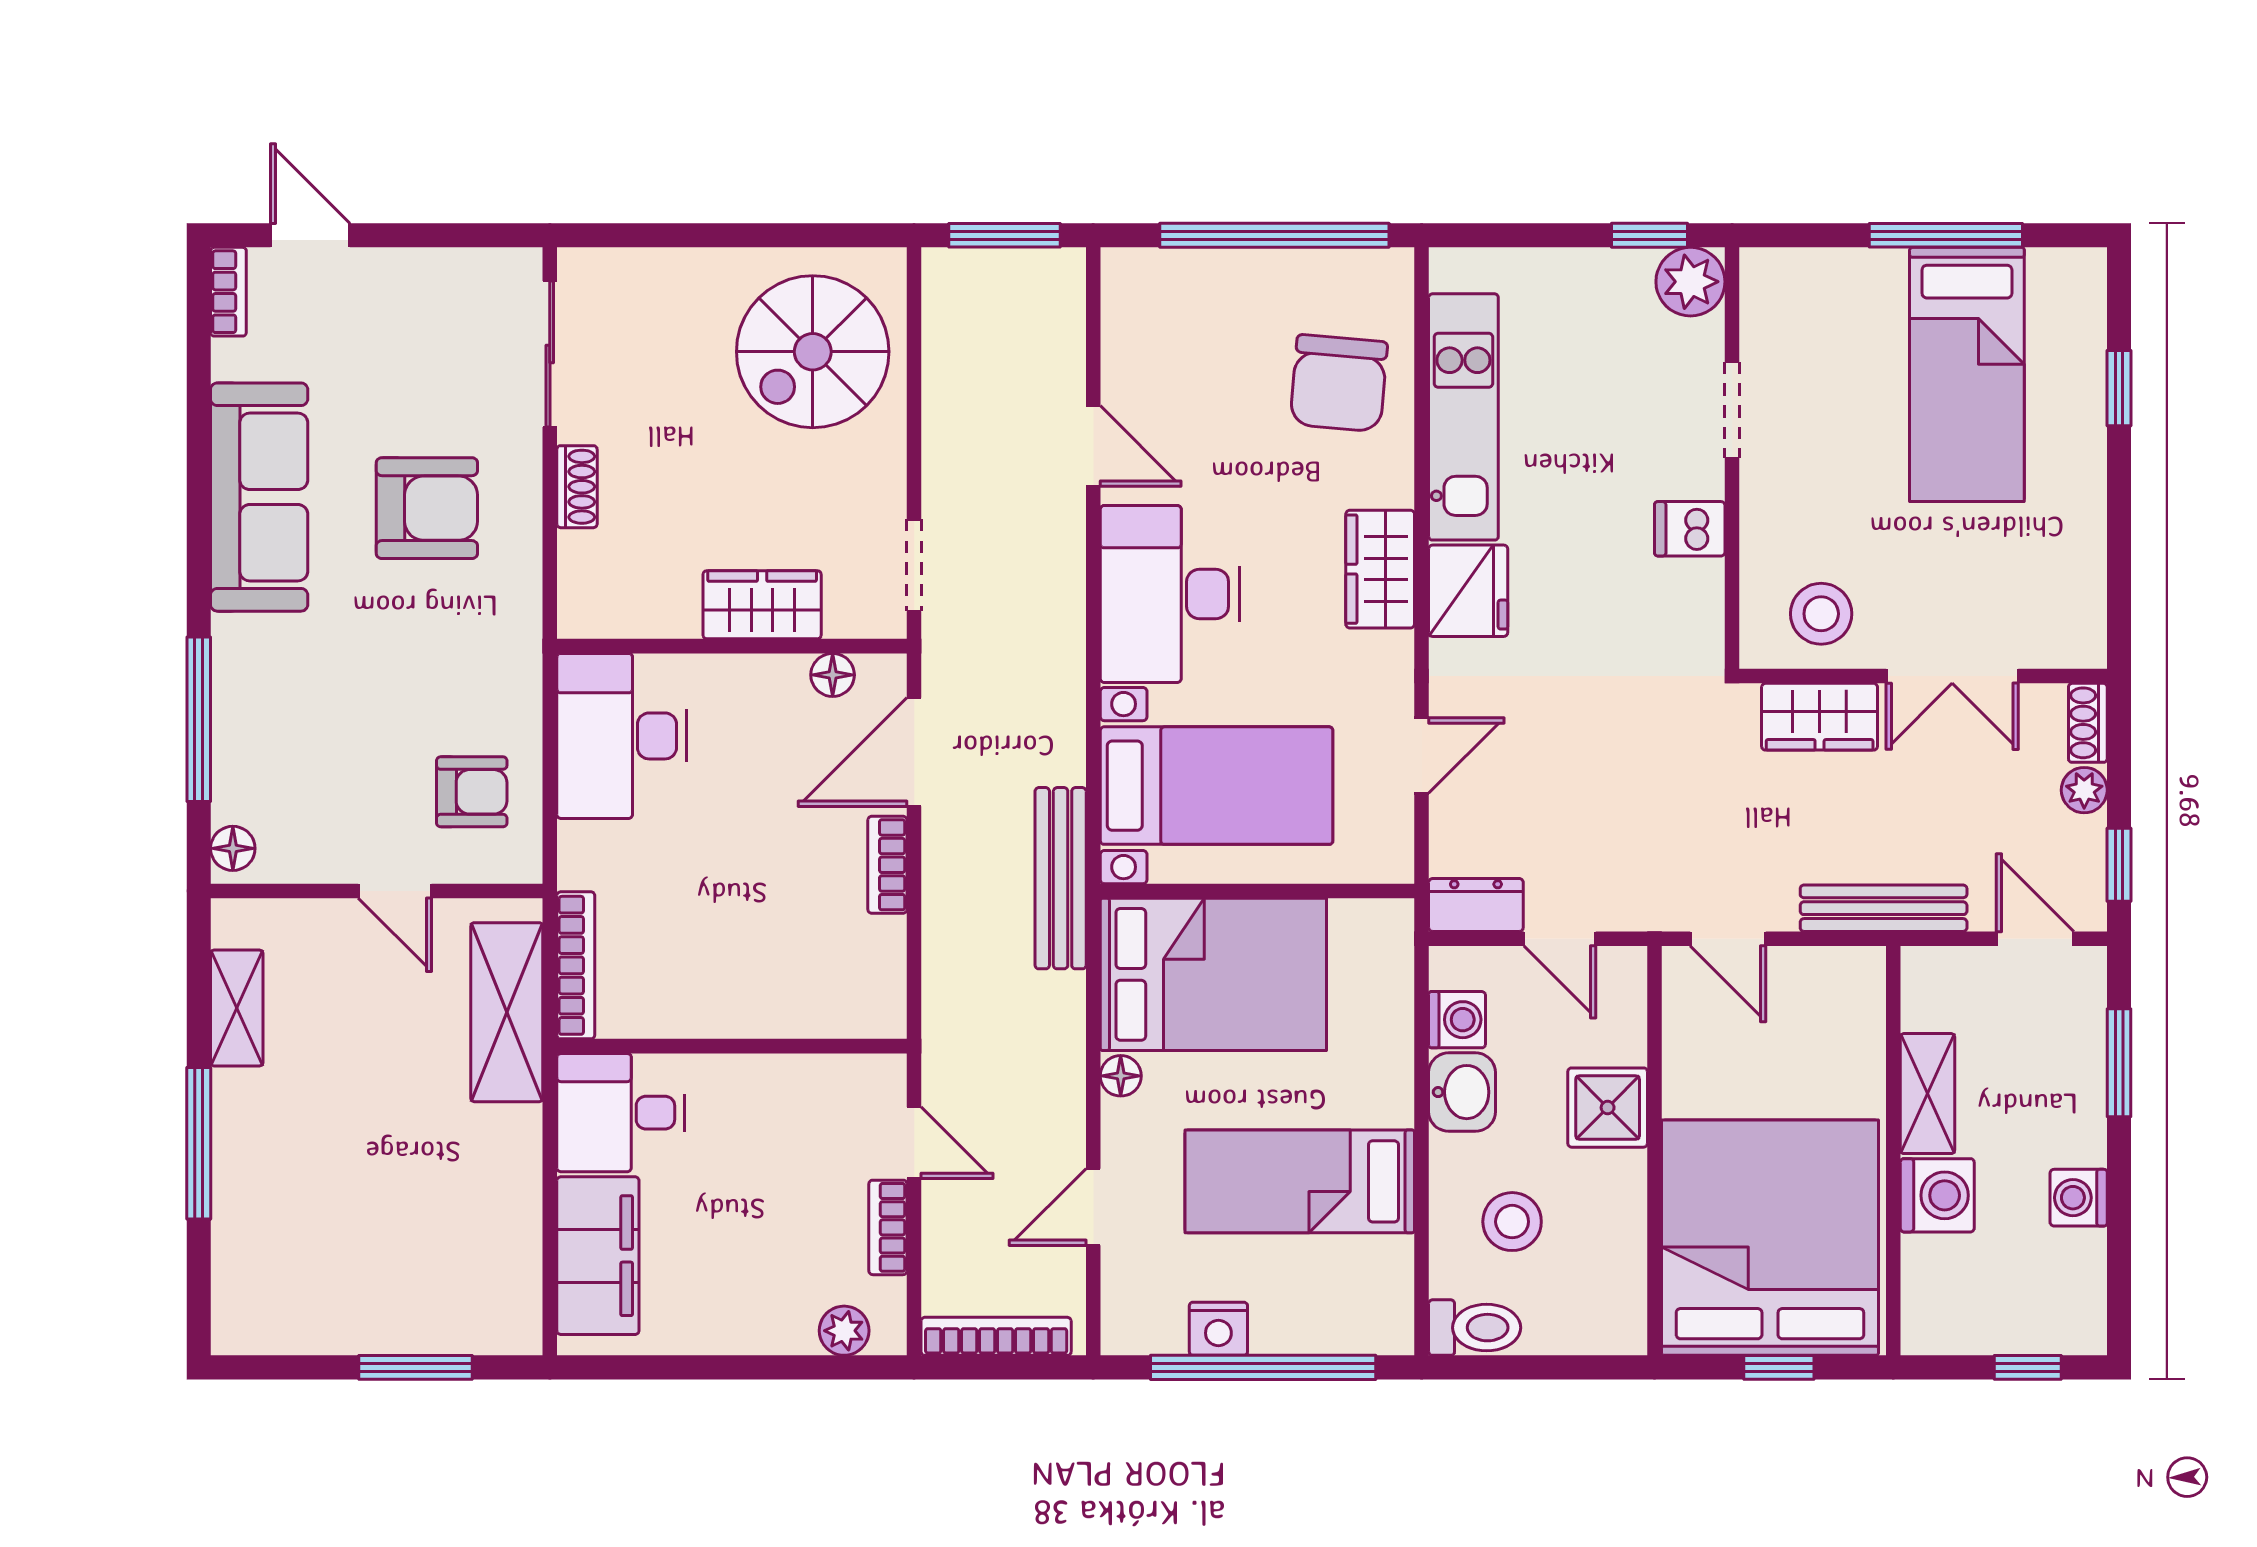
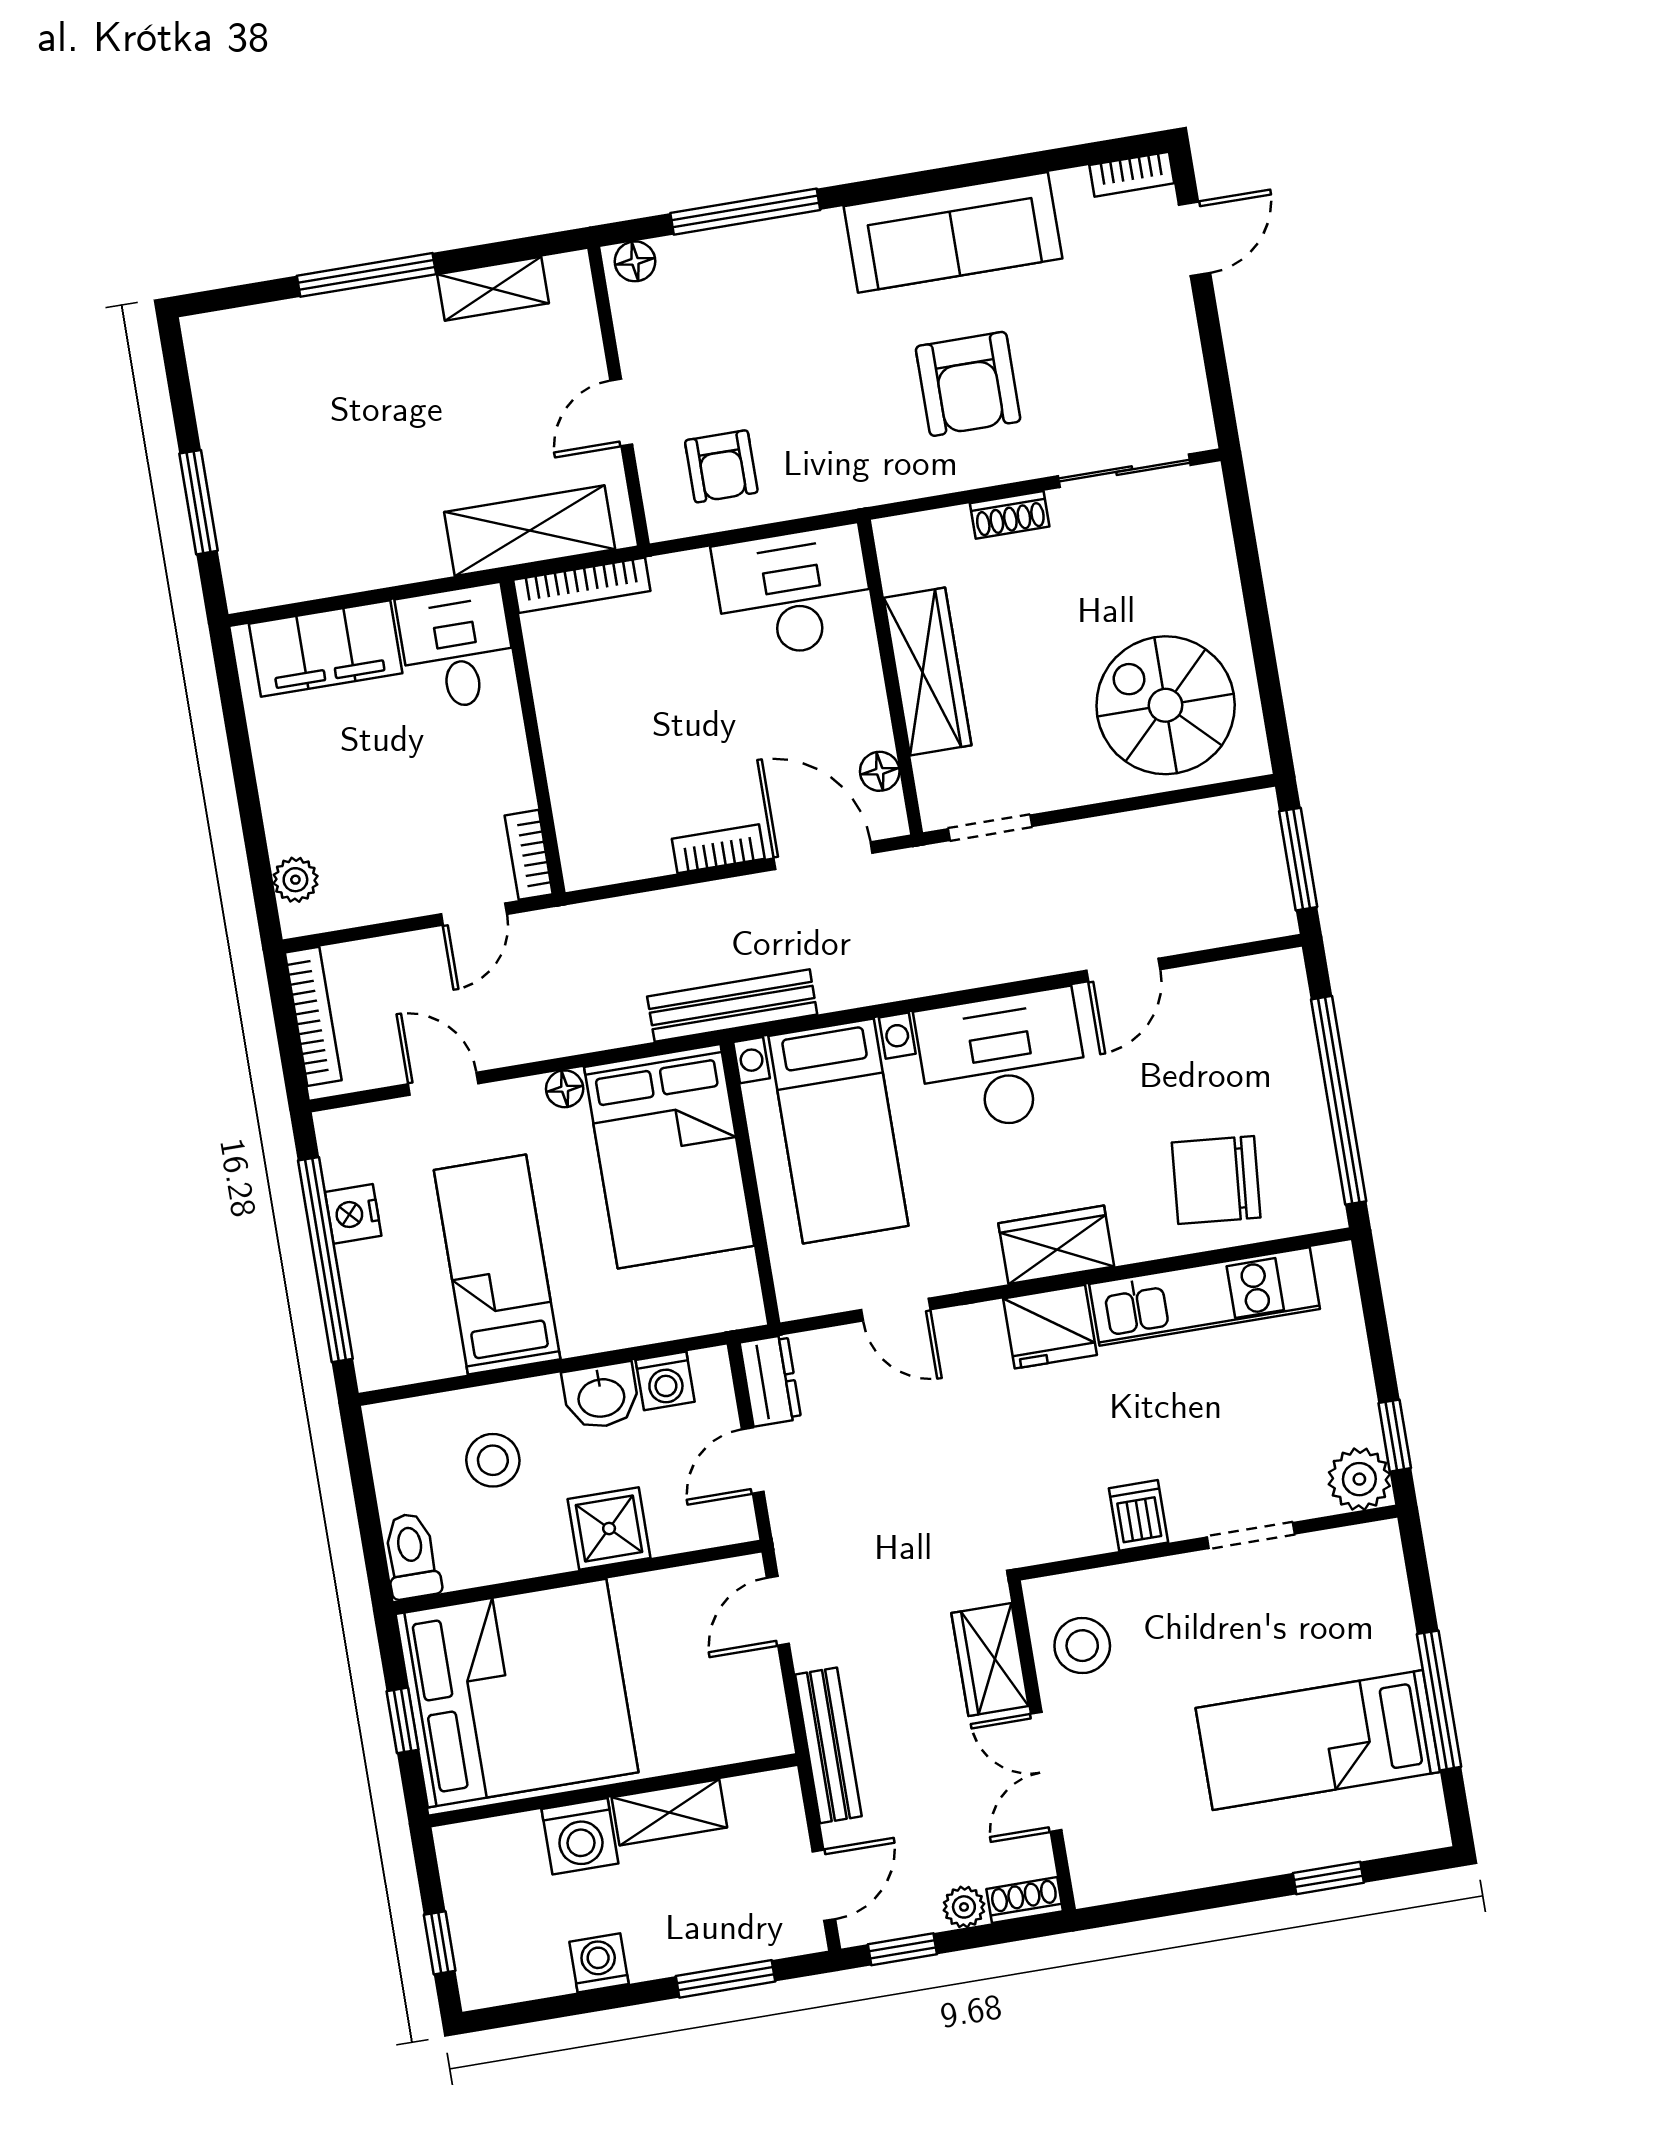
wardrobe: (762, 605) -> (927, 672), width x1.50
bookcase: (888, 1227) -> (529, 855), moved, turned -90
toilet: (1475, 1328) -> (412, 1556), moved, turned 180

